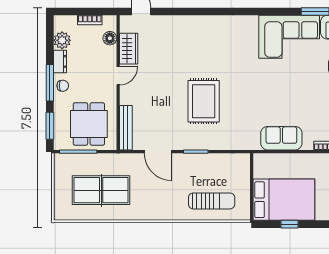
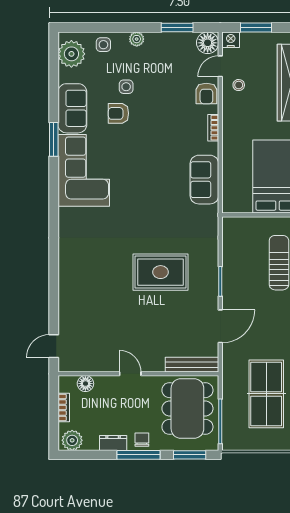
plant: (62, 40) -> (72, 440), moved
wardrobe: (129, 49) -> (98, 361), removed
dining table: (89, 124) -> (187, 409), width x1.38

